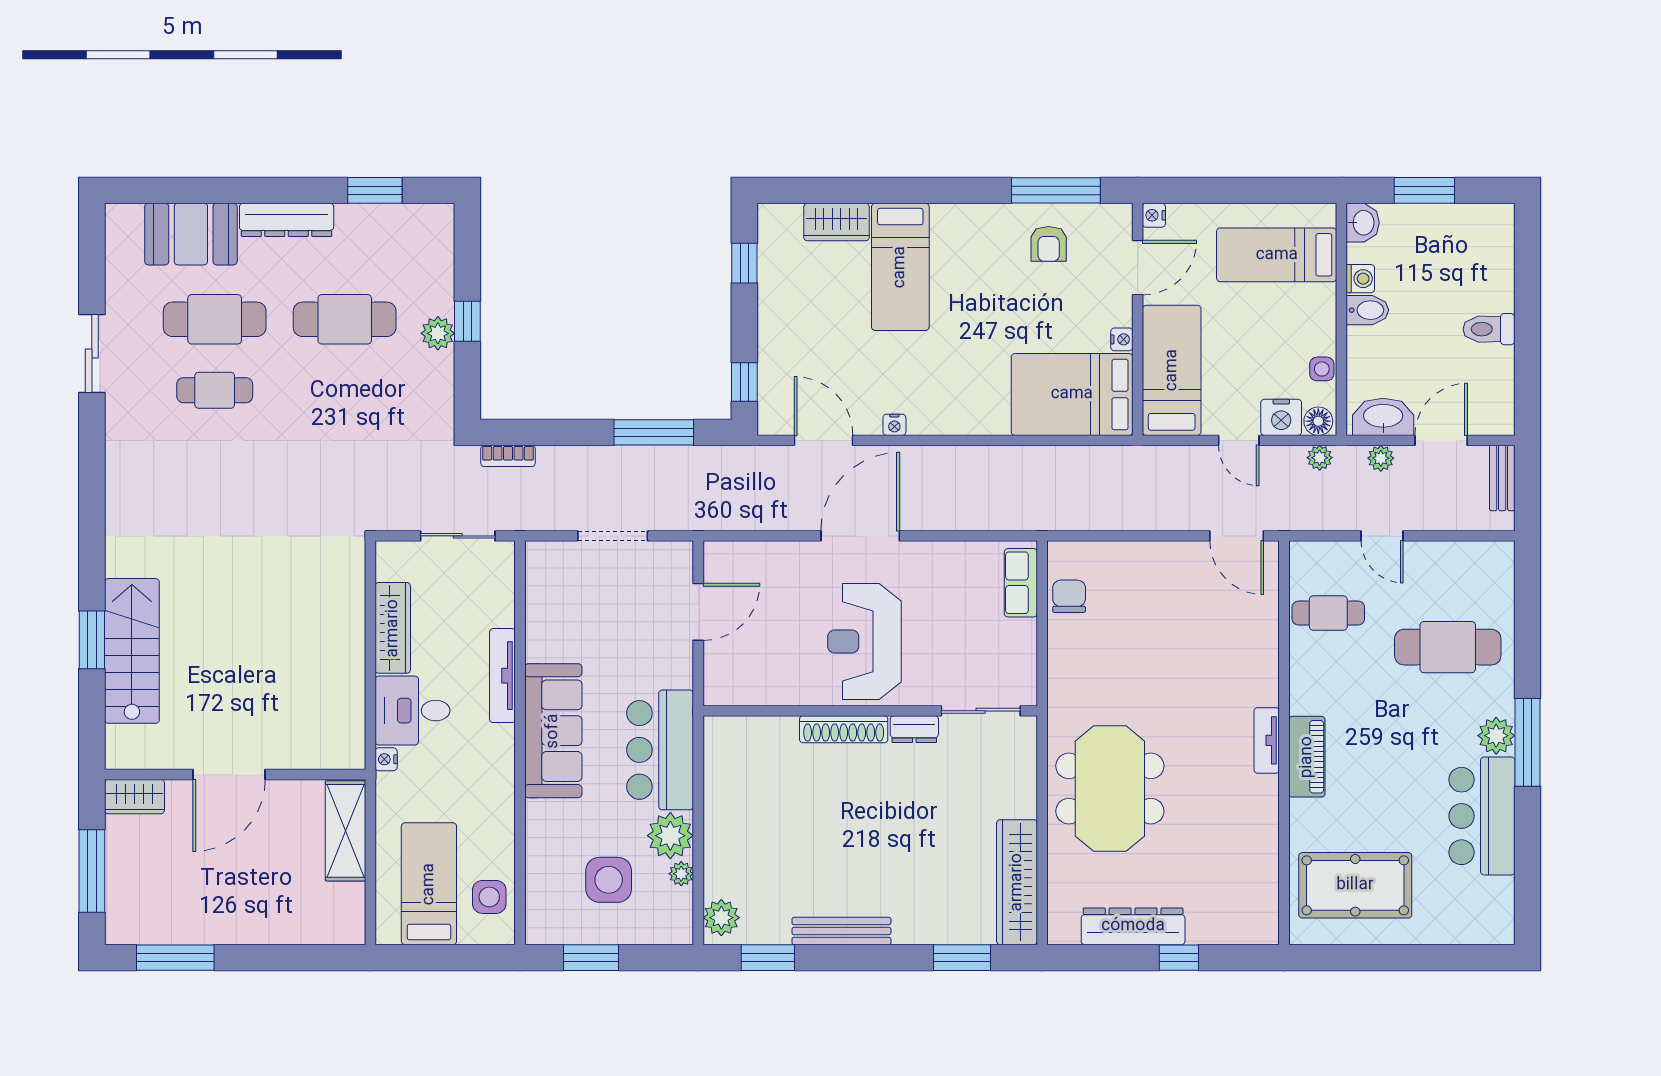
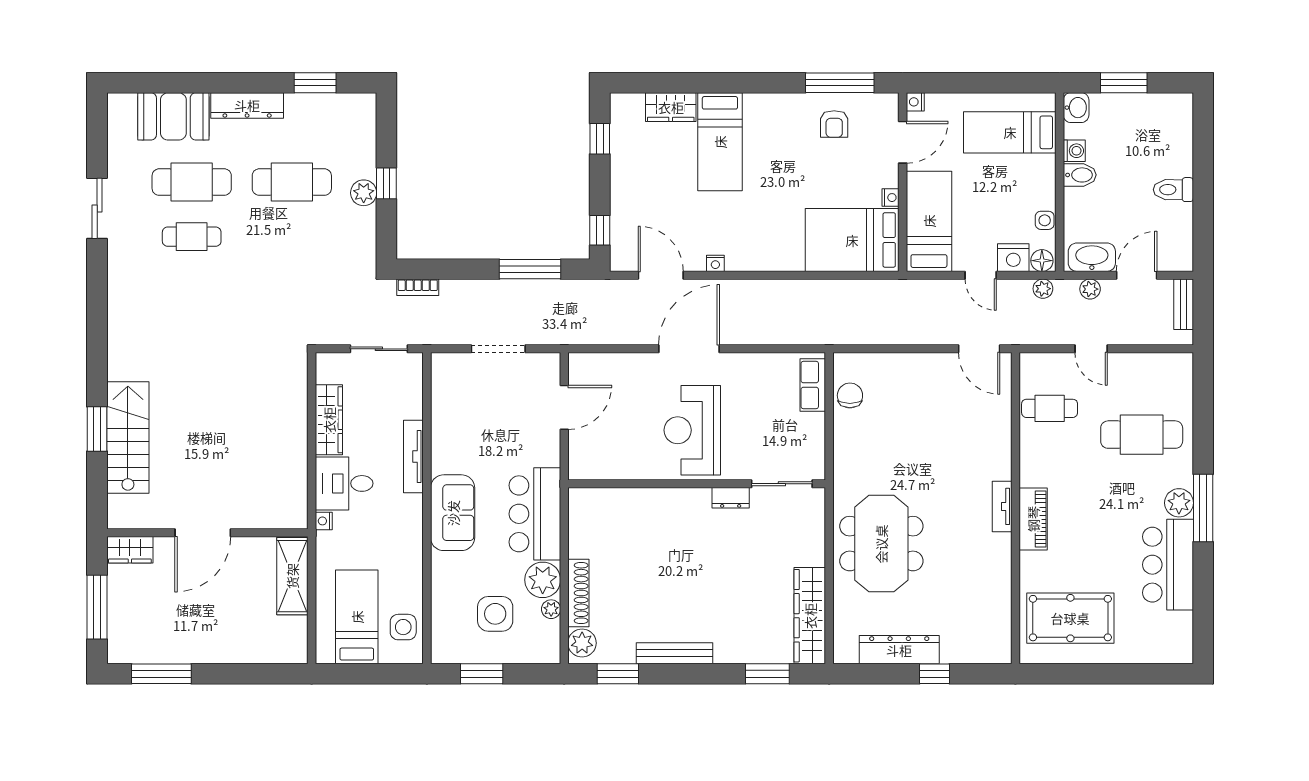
shoe rack: (844, 729) -> (578, 593), moved, turned -90
sofa: (553, 731) -> (453, 513), width x0.73

